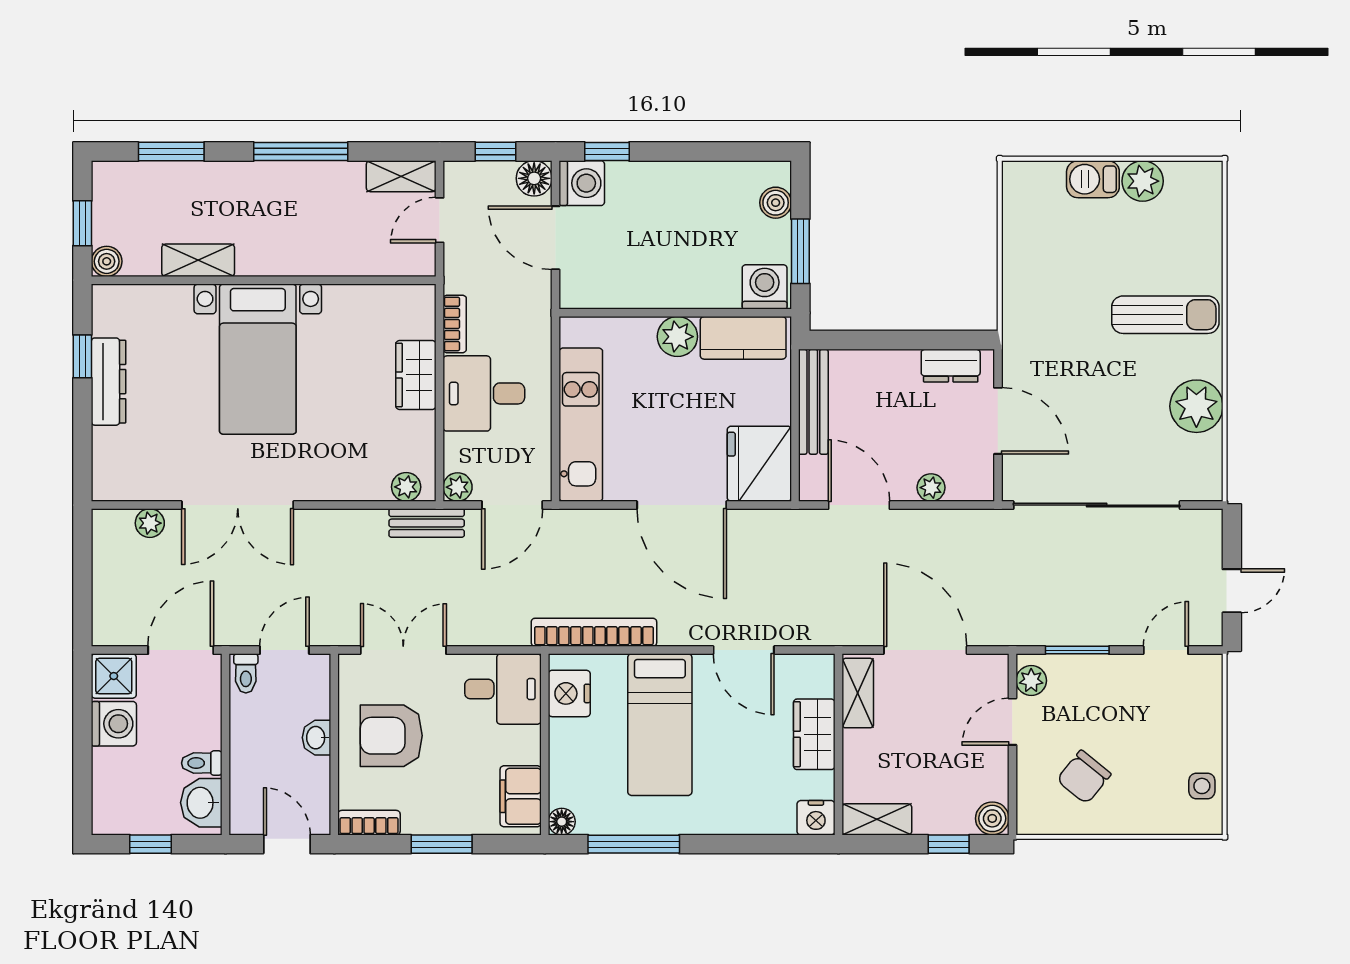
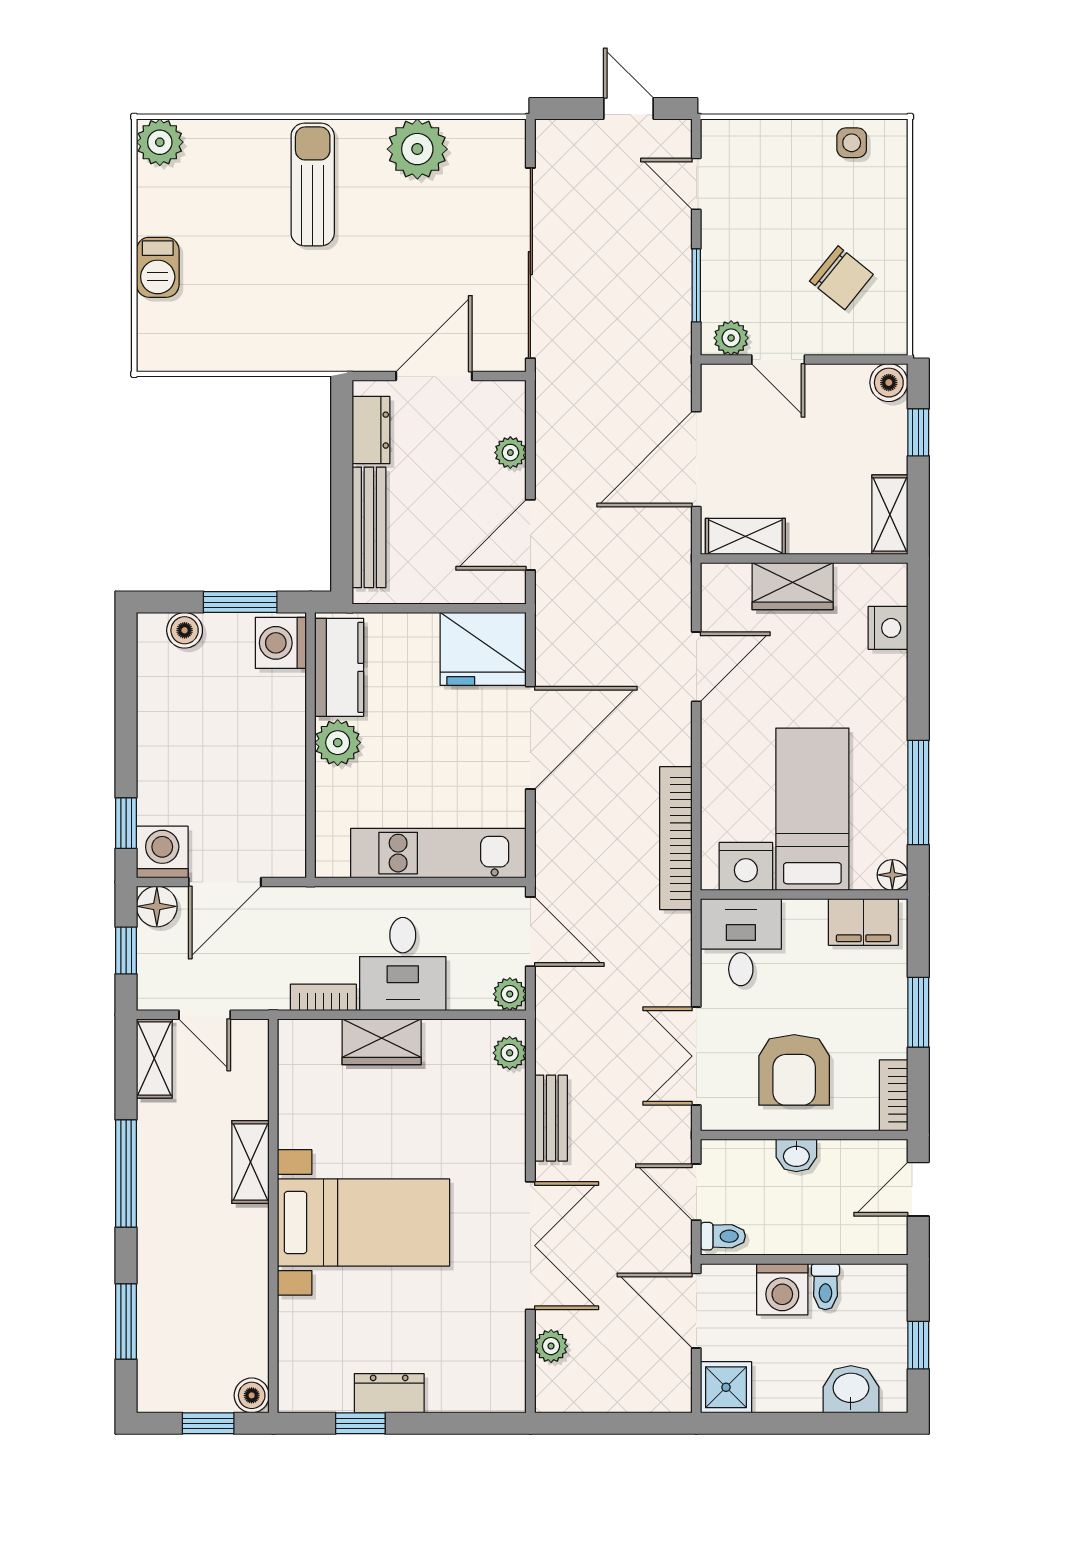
plant: (1143, 181) -> (160, 142), moved
shelving: (198, 260) -> (250, 1162), moved
dresser: (109, 382) -> (389, 1393), width x0.70
bench: (813, 402) -> (369, 527), moved, turned 90
bench: (427, 523) -> (551, 1118), moved
washing machine: (114, 724) -> (782, 1289), moved, turned 180
bed: (660, 725) -> (812, 809), moved, turned -90
washbasin: (201, 803) -> (851, 1389), moved, turned 180
nightstand: (816, 818) -> (888, 628), moved

